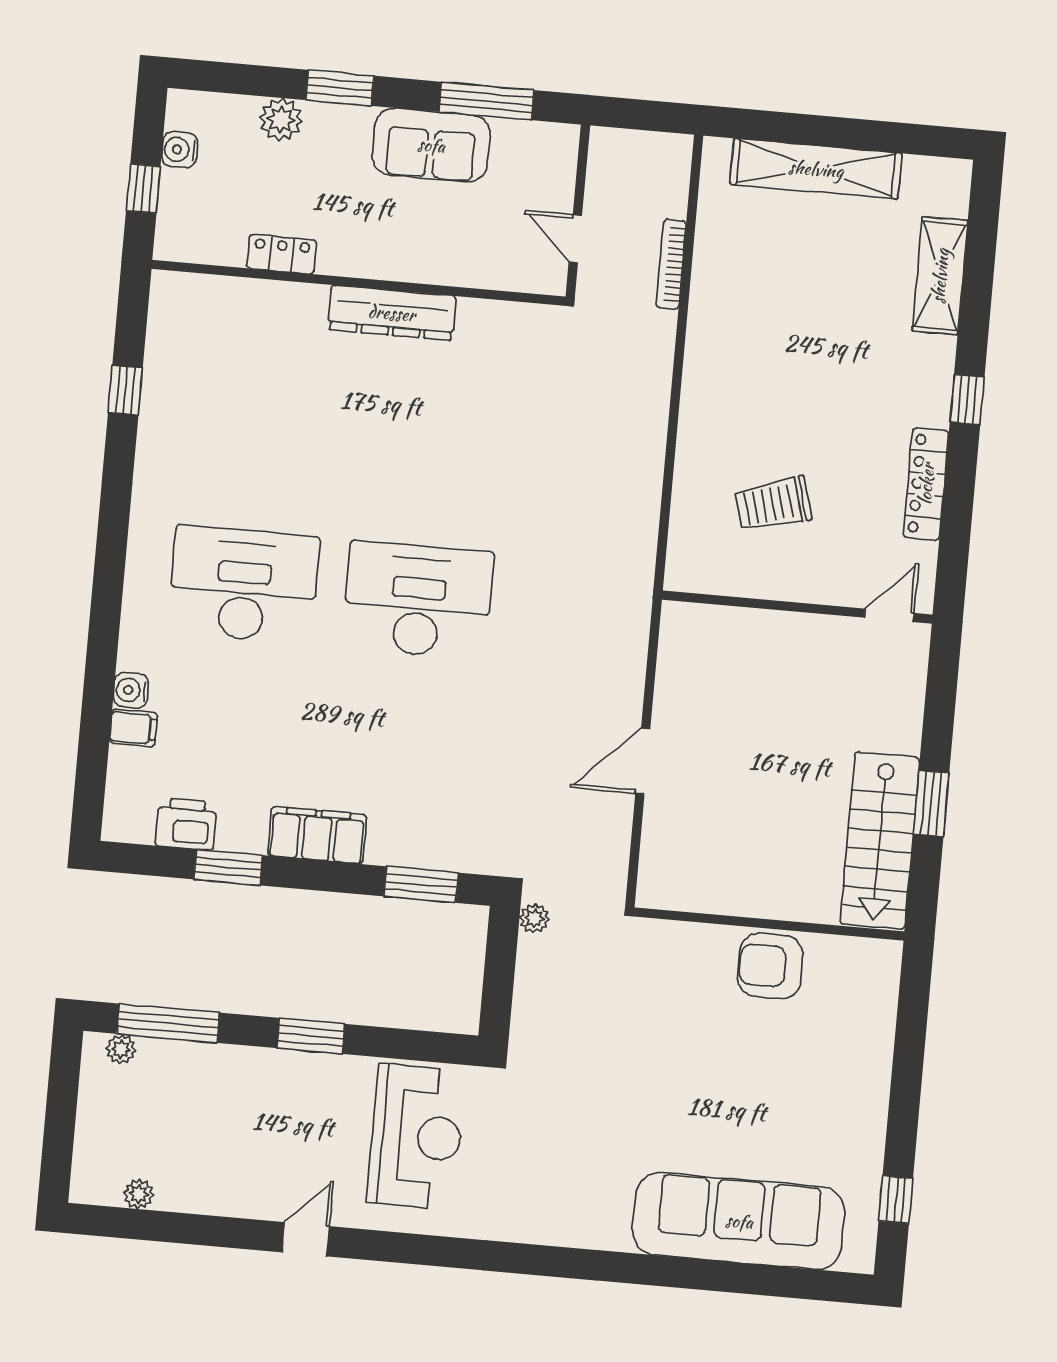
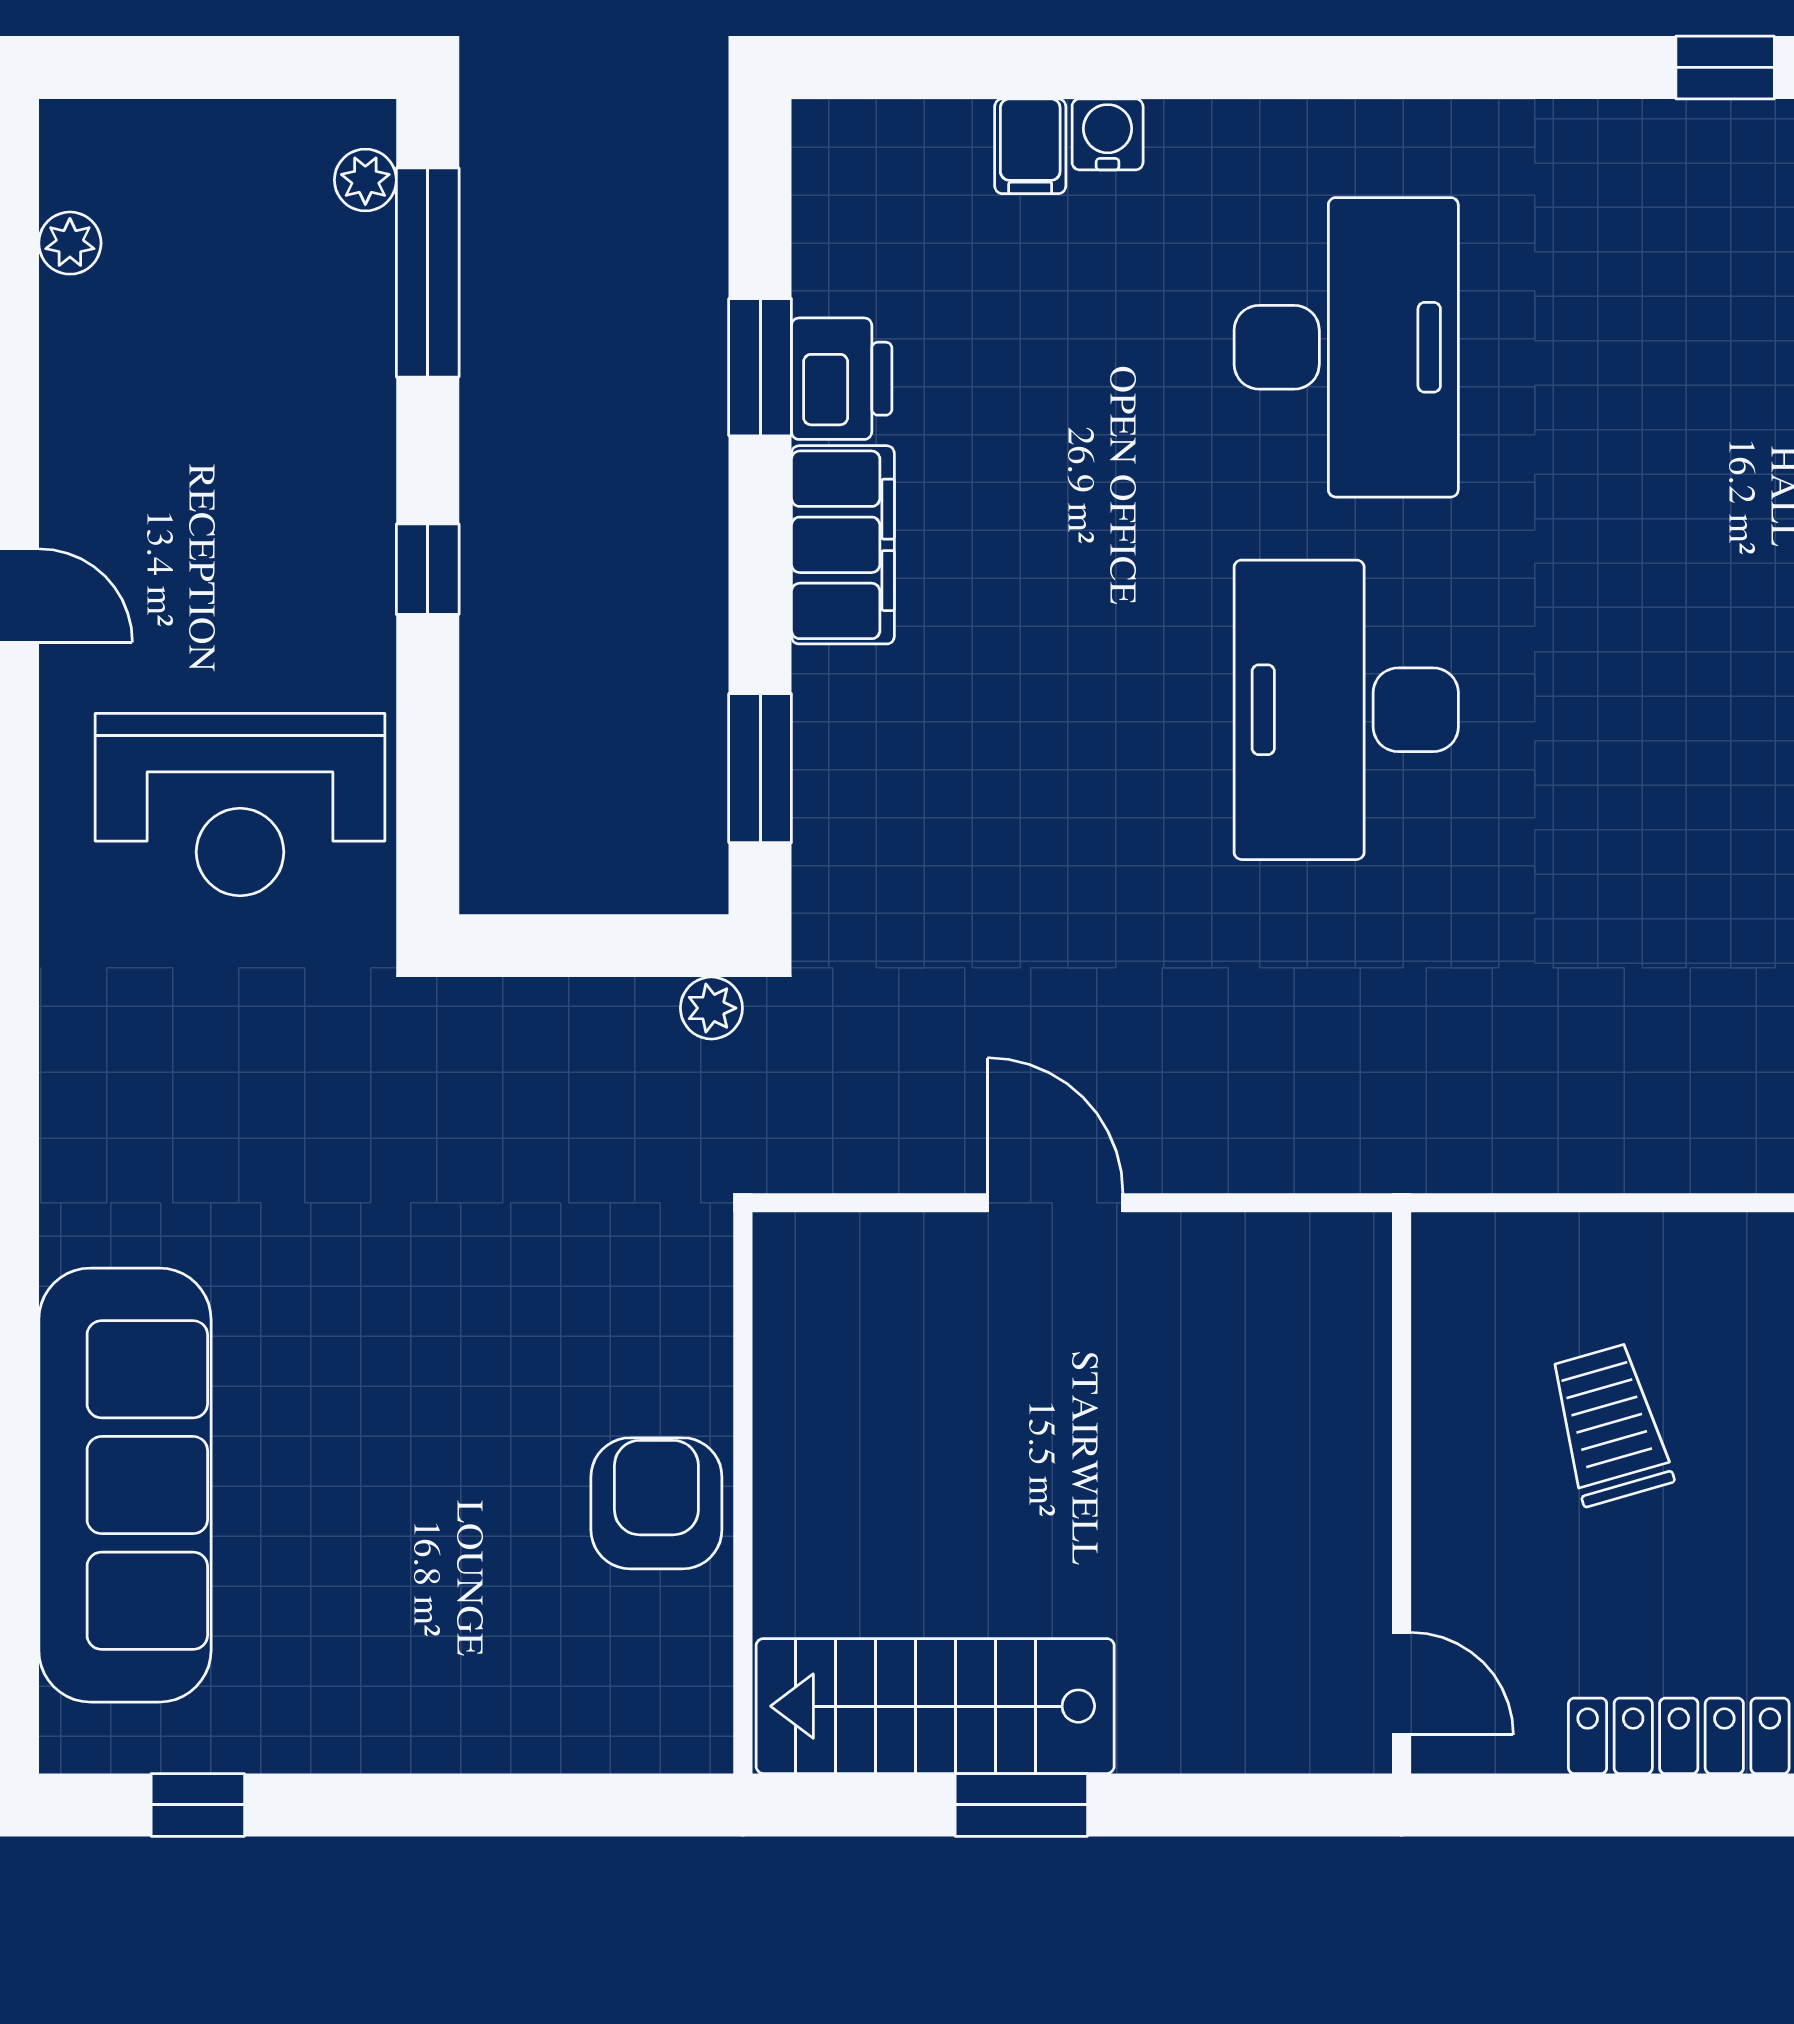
desk: (418, 600) -> (1346, 710), turned 180
printer: (186, 824) -> (842, 379), moved
window: (311, 1036) -> (428, 569), width x0.67

